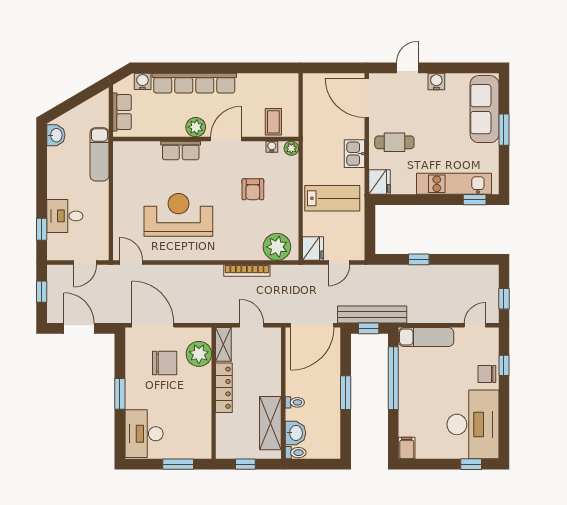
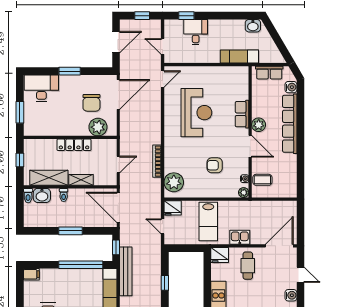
bench: (372, 315) -> (126, 271), moved
shelving: (223, 344) -> (81, 180), moved

